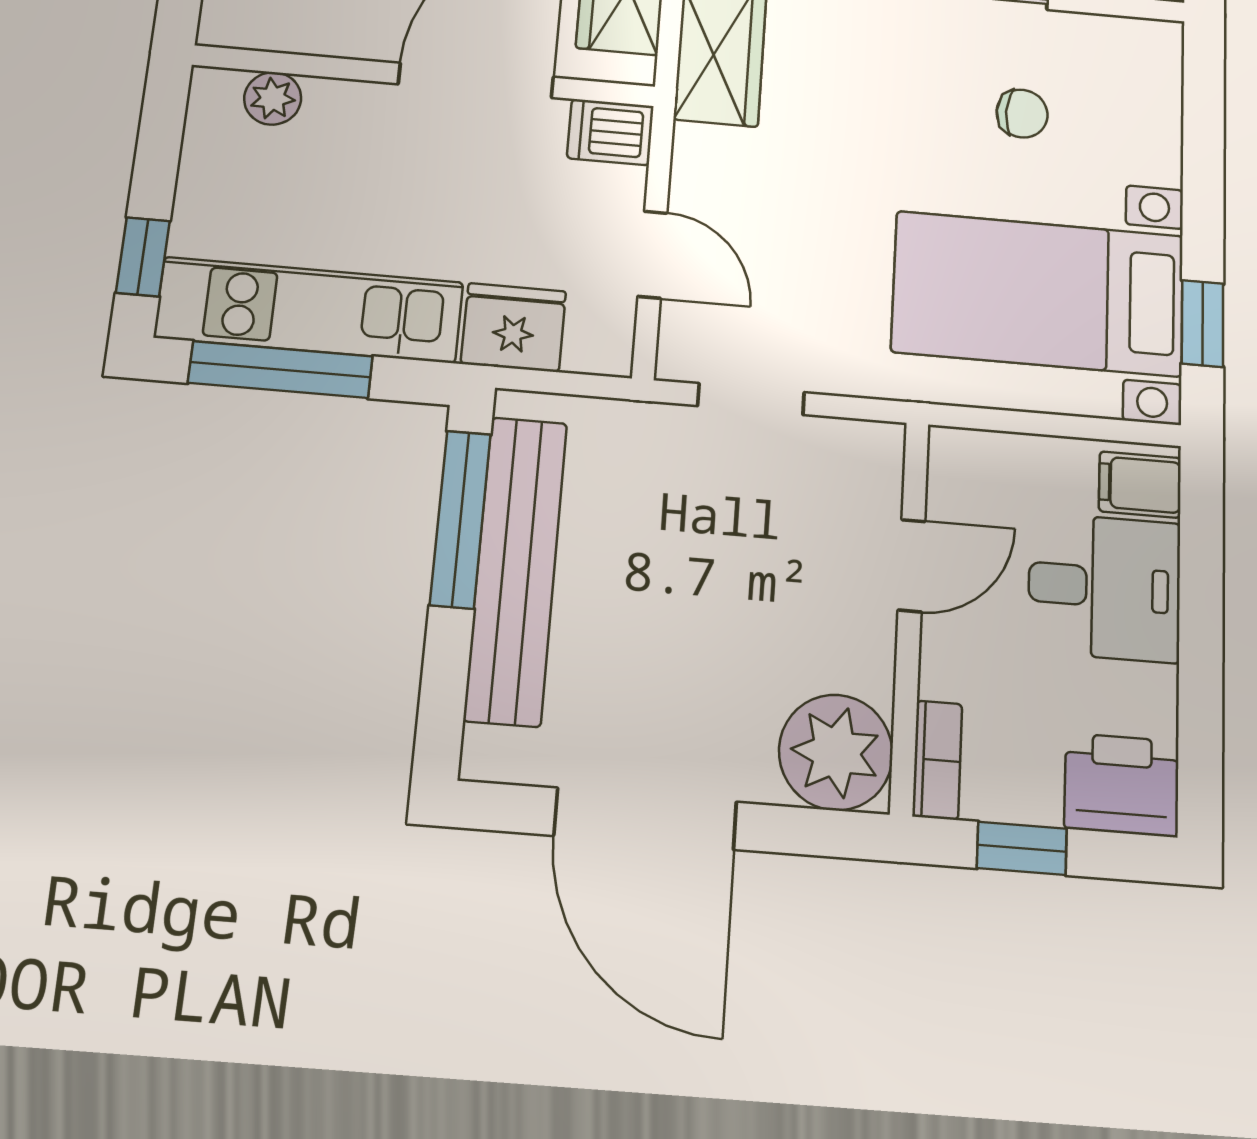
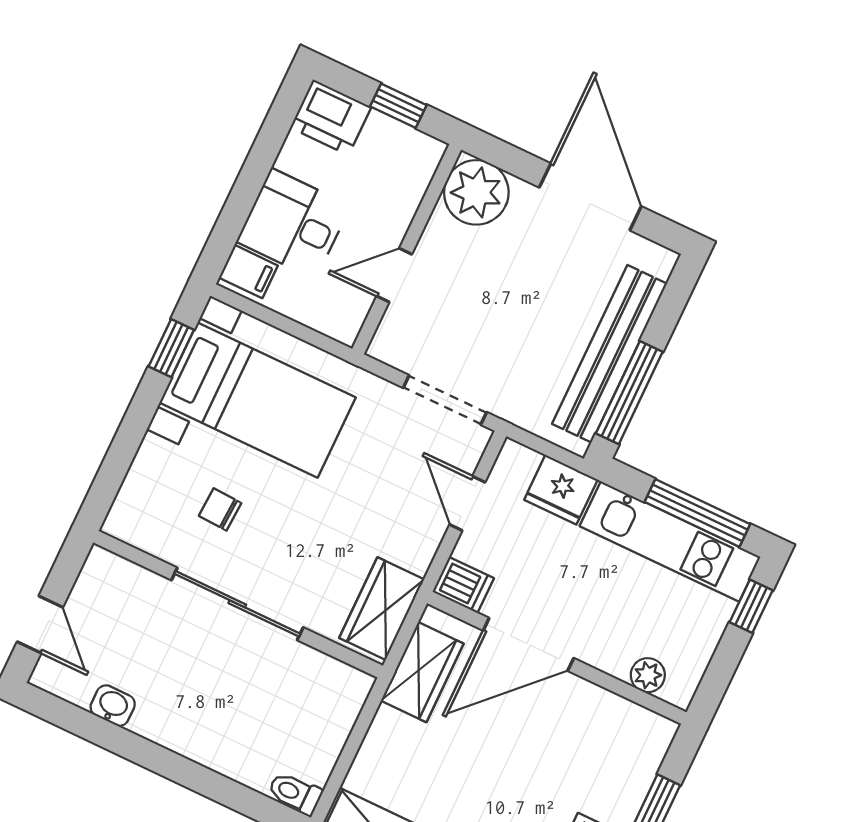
doorway: (751, 399) -> (445, 400), width x1.38
bookcase: (937, 760) -> (424, 168), removed

